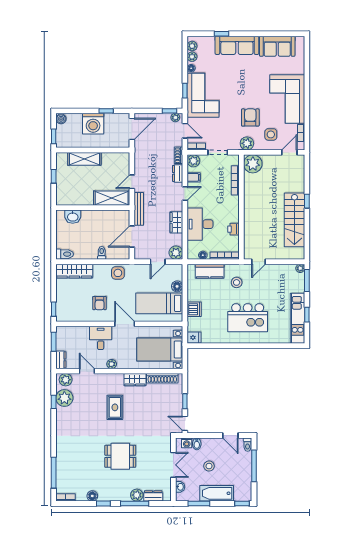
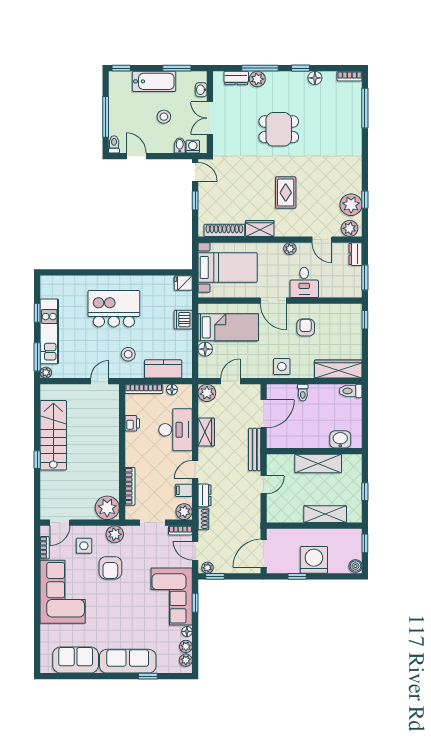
shelving: (112, 198) -> (318, 463), moved
kitchen unit: (298, 318) -> (49, 331), moved

